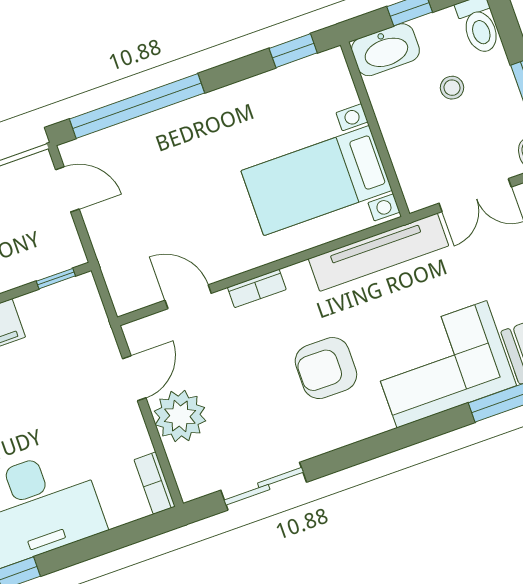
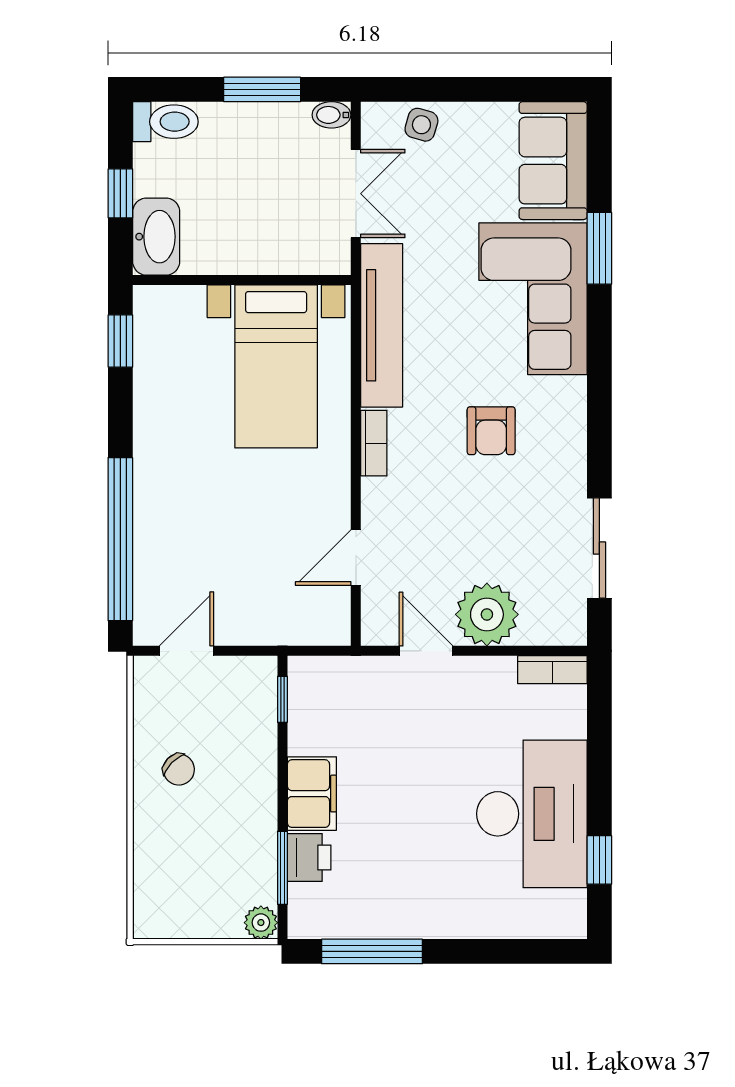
stool: (452, 88) -> (225, 177), removed
bookcase: (257, 288) -> (374, 443), moved
armchair: (326, 368) -> (491, 431), width x0.72, depth x0.72

